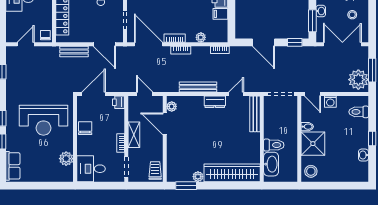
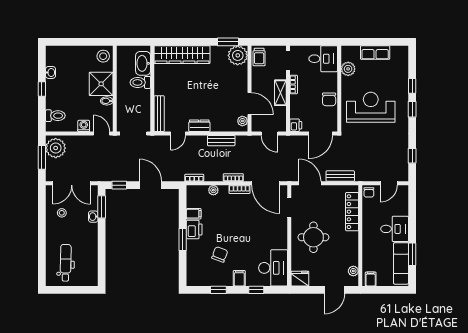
bench: (198, 87) -> (221, 141), width x0.73
row of seats: (13, 166) -> (375, 53), moved, turned -90
plant: (198, 177) -> (238, 55), moved, width x1.88, depth x1.88

